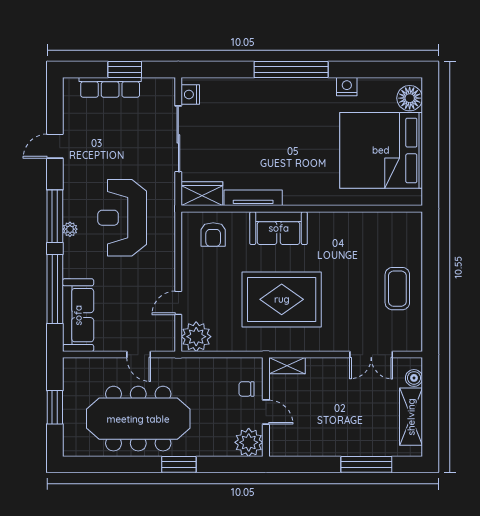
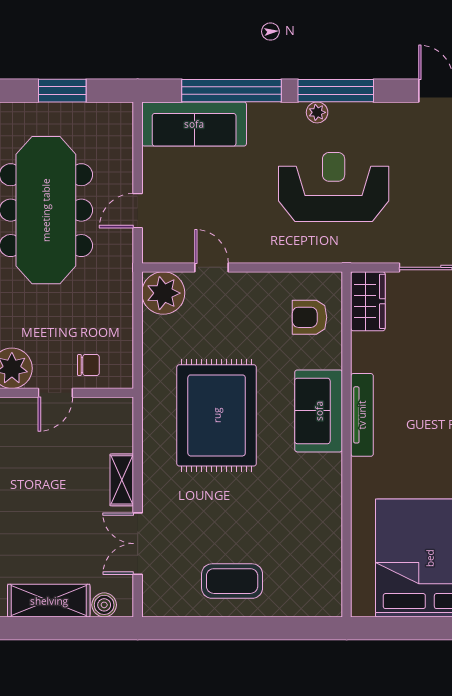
tv unit: (253, 198) -> (362, 415), moved
shelving: (287, 366) -> (122, 480), moved
chair: (246, 389) -> (88, 365), turned 90

